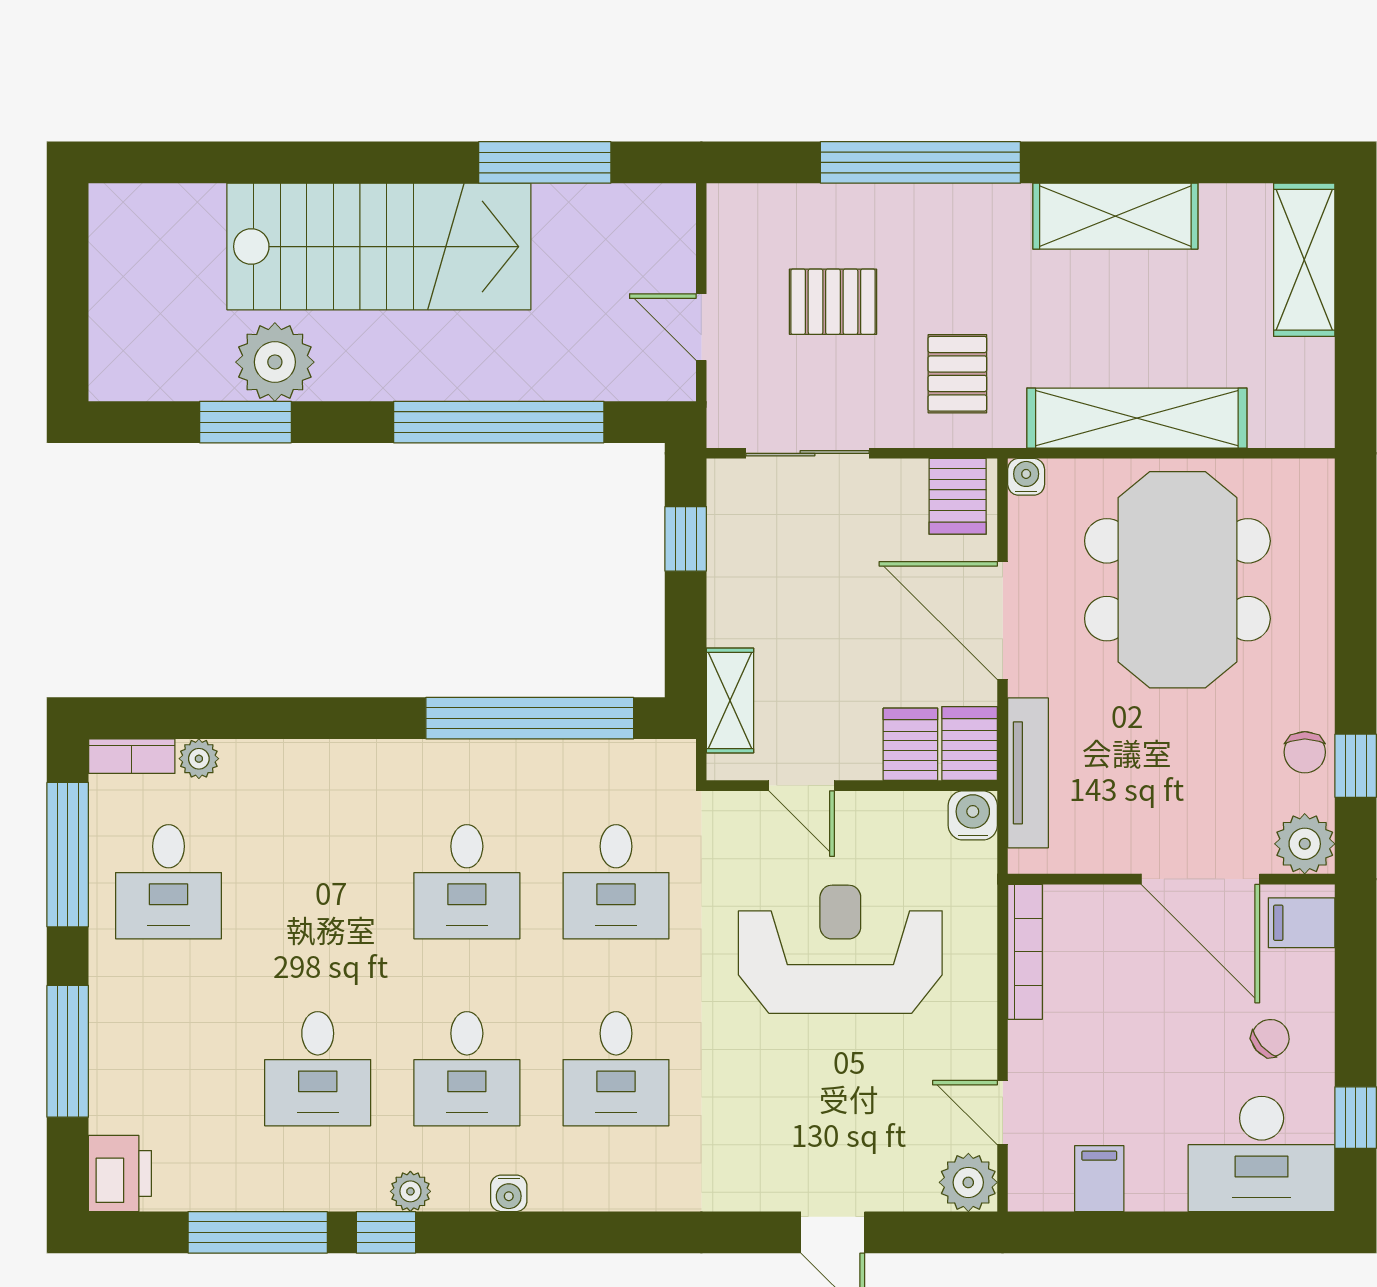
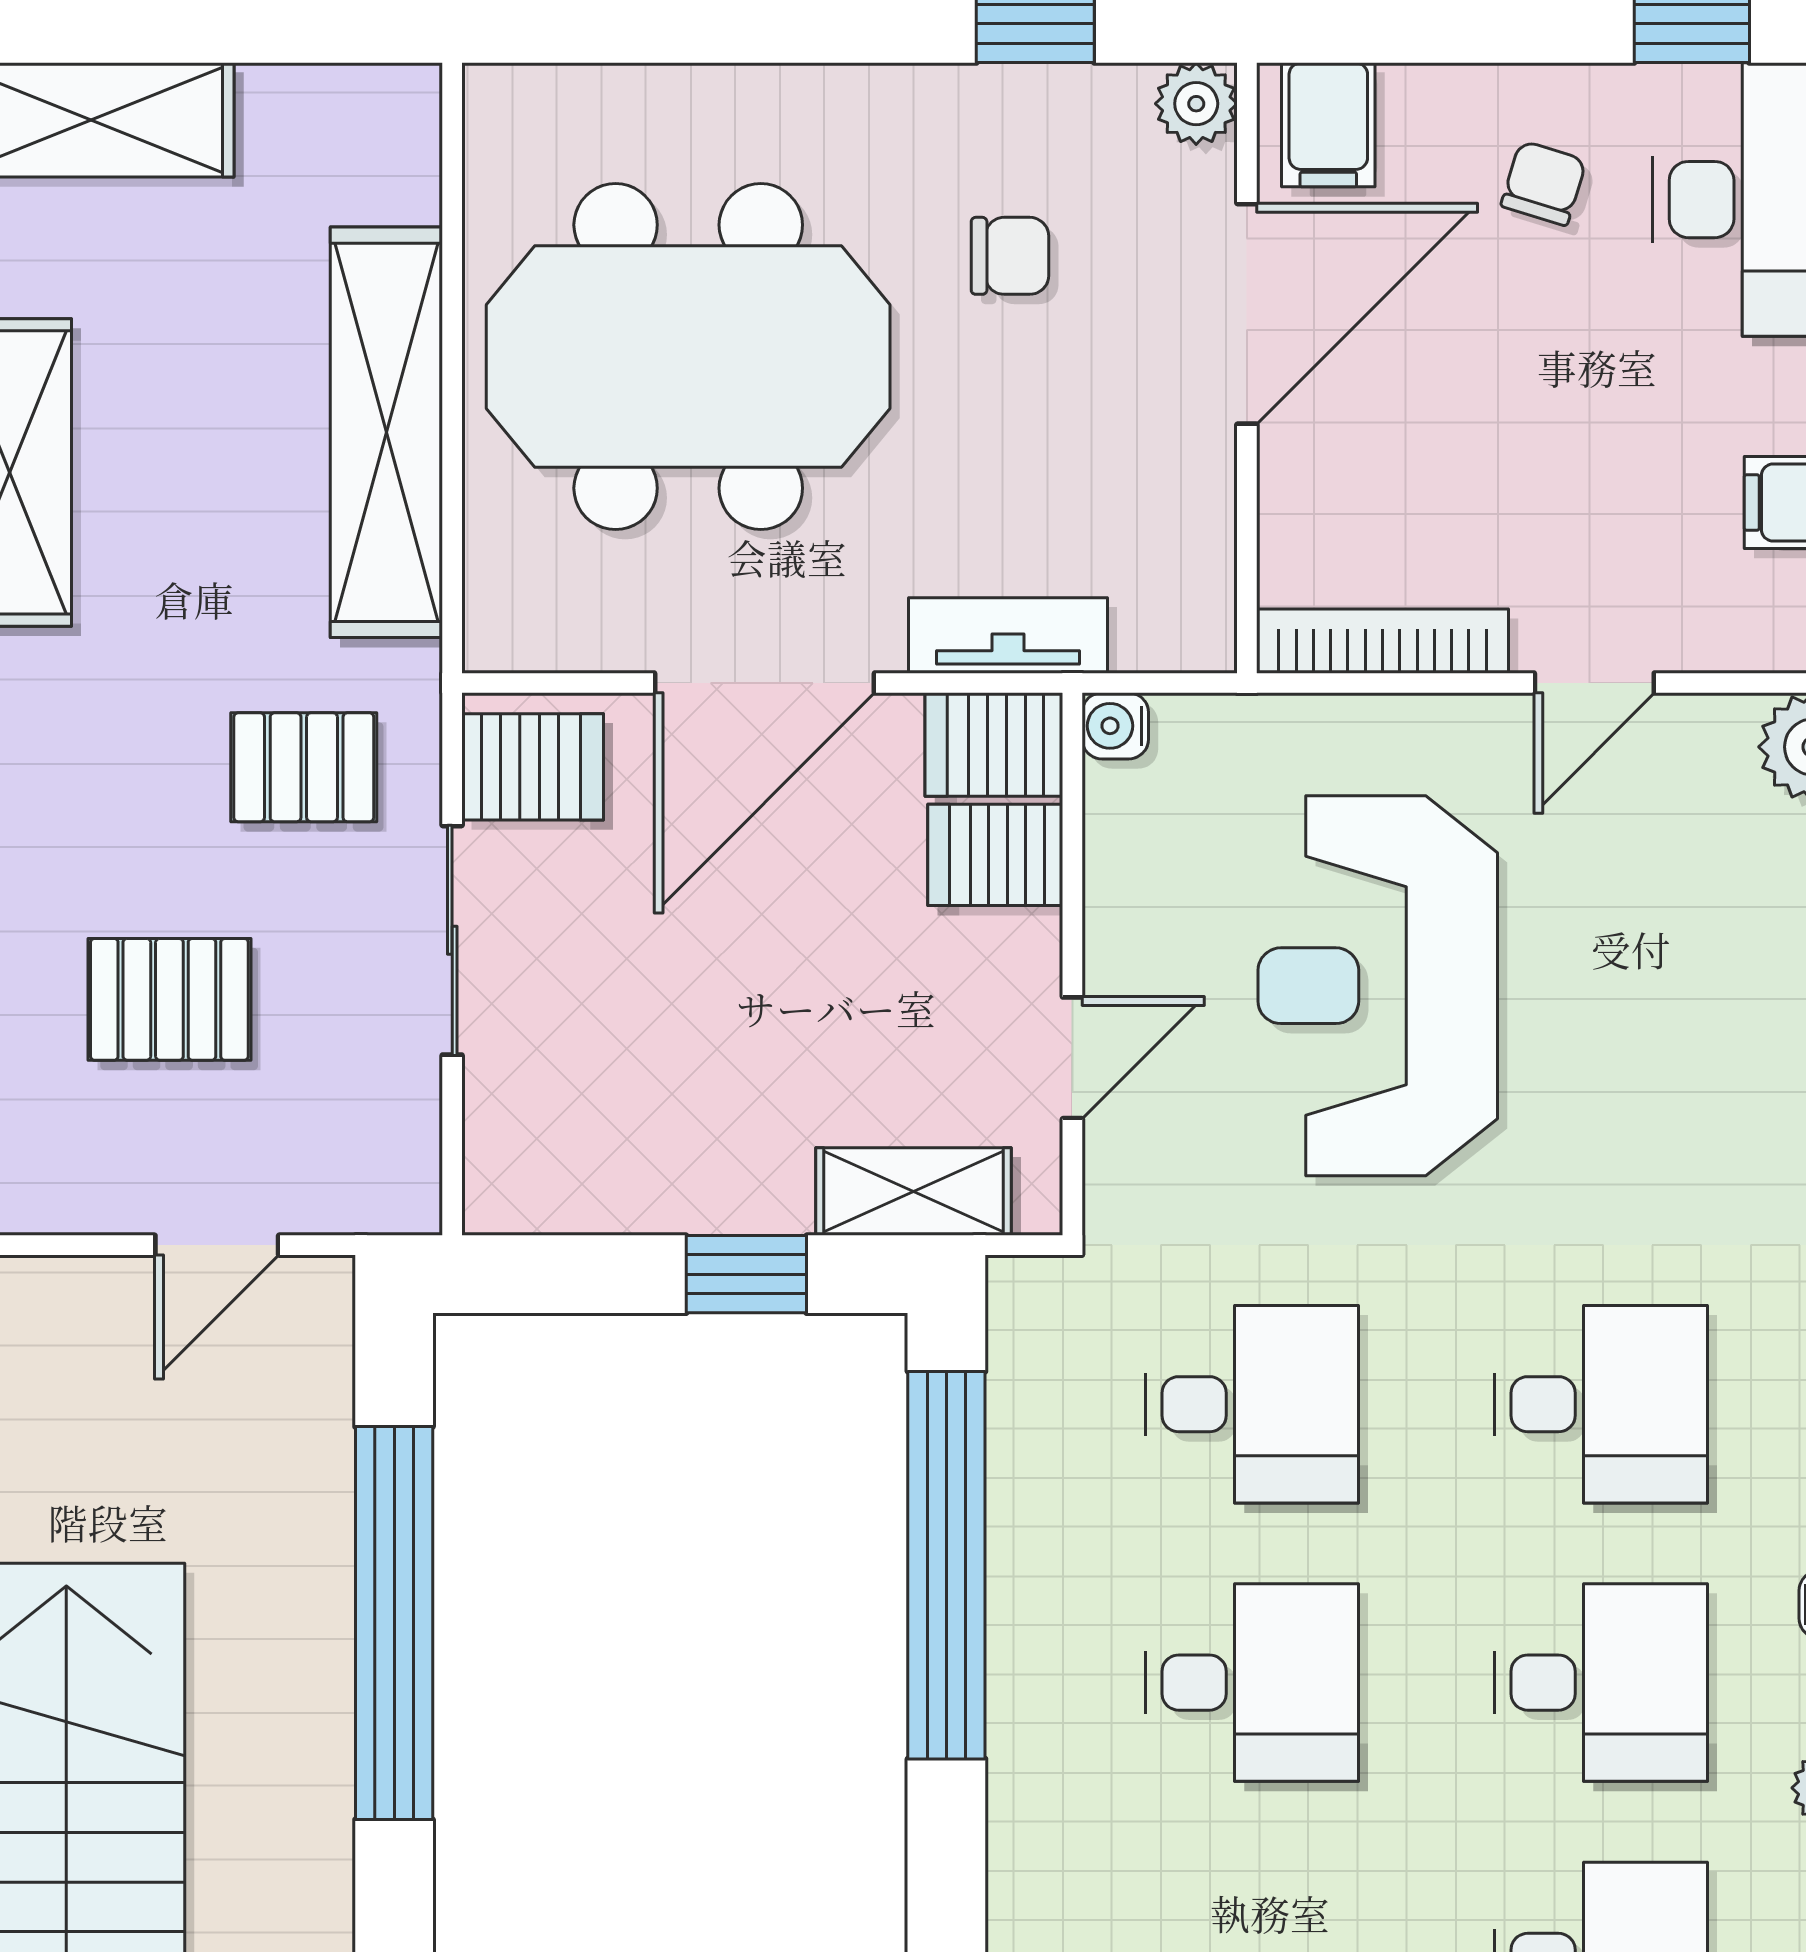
pallet: (833, 302) -> (169, 999), turned 90
sliding door: (808, 453) -> (452, 940), moved
water cooler: (1026, 477) -> (496, 639), removed
window: (686, 539) -> (746, 1274), moved
chair: (1305, 752) -> (1010, 256), moved
tv unit: (1028, 773) -> (1008, 635), width x0.71
water cooler: (973, 815) -> (1115, 726), width x0.72, depth x0.72
plant: (1305, 844) -> (1196, 104), width x0.73, depth x0.73
chair: (1270, 1038) -> (1544, 183), turned 58
door: (1003, 1113) -> (1594, 683), moved

